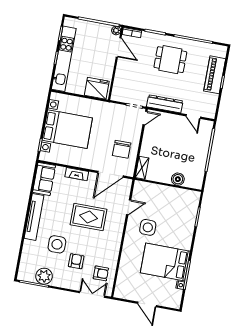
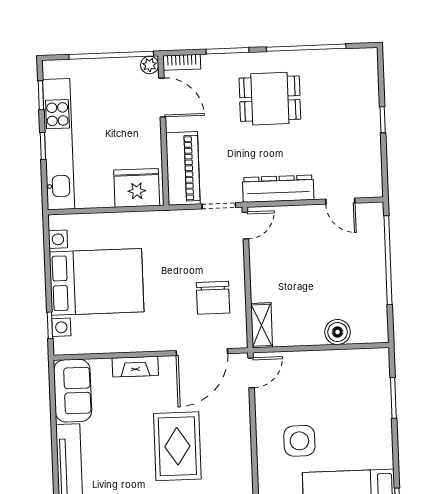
piano: (215, 75) -> (183, 168), moved, turned 180
door: (129, 207) -> (251, 373), moved
rug: (88, 217) -> (177, 446), turned 90

